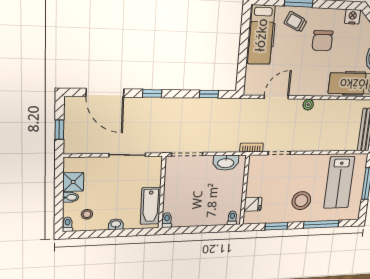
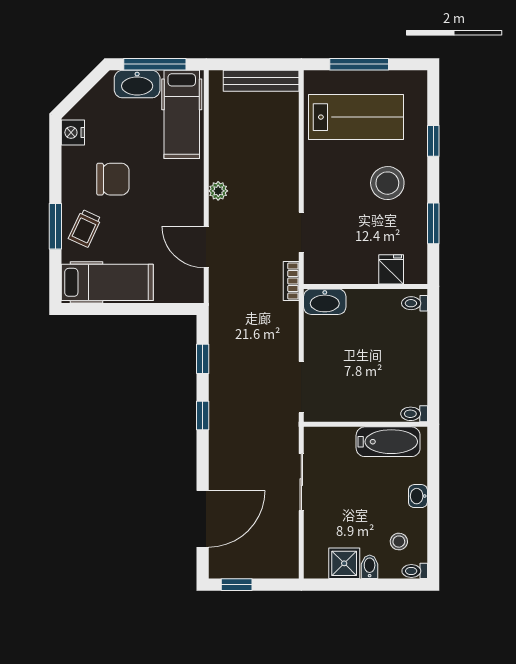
window: (152, 93) -> (203, 415), moved
window: (59, 130) -> (237, 585), moved
washbasin: (226, 163) -> (325, 302), moved, turned 90
window: (321, 224) -> (433, 141), width x0.46

